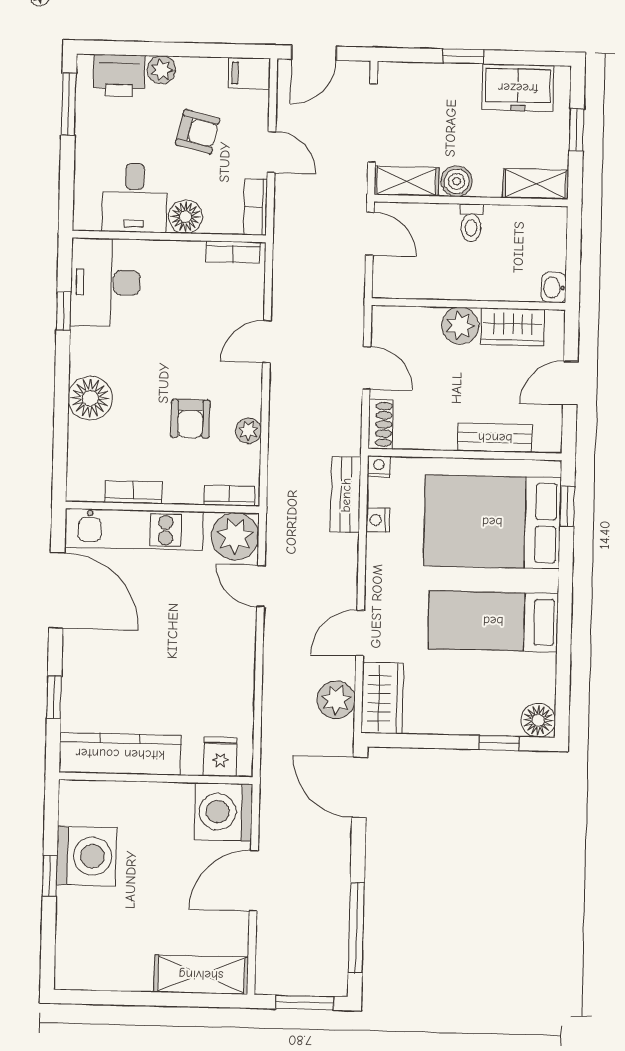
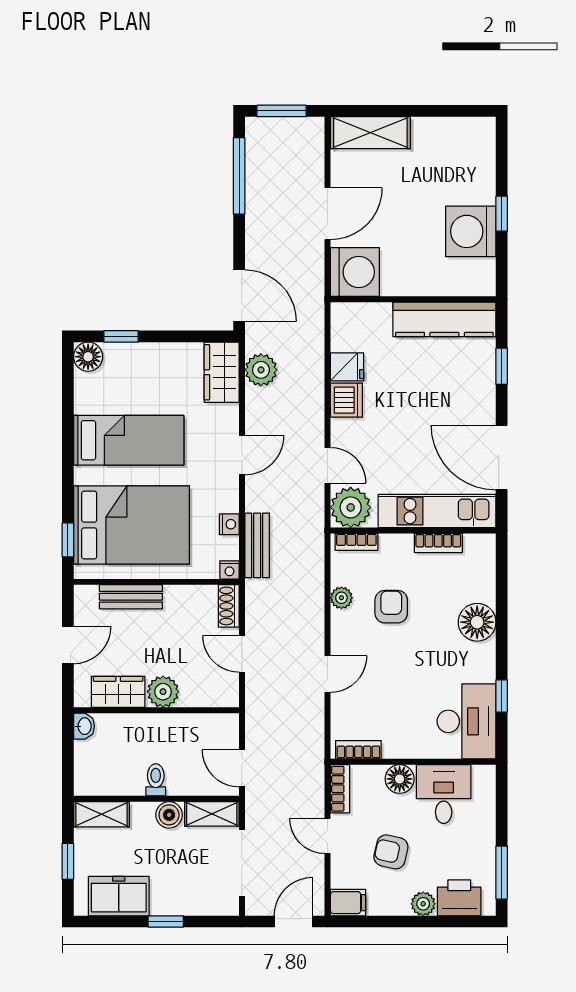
door: (360, 633) -> (242, 455), moved
dishwasher: (237, 662) -> (346, 400), added
fridge: (220, 757) -> (347, 367), moved, turned -90

